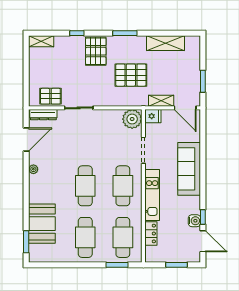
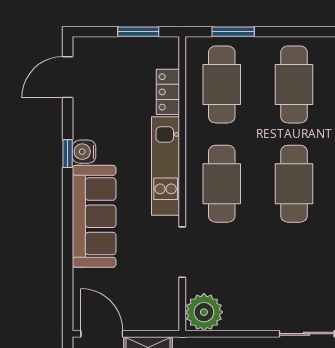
fridge: (153, 116) -> (164, 318), removed
window: (203, 217) -> (68, 154), moved
water cooler: (194, 221) -> (84, 152), moved
door: (203, 241) -> (68, 77), hinge flipped
window: (177, 265) -> (138, 32), moved

